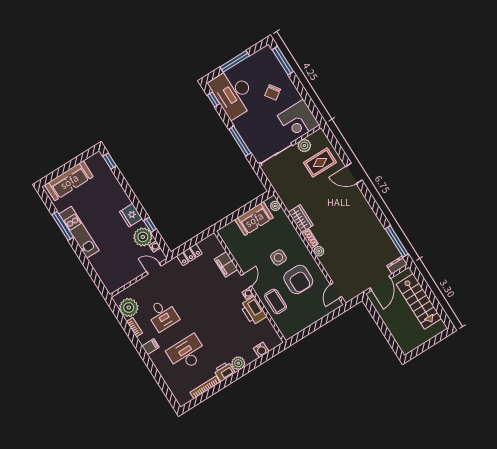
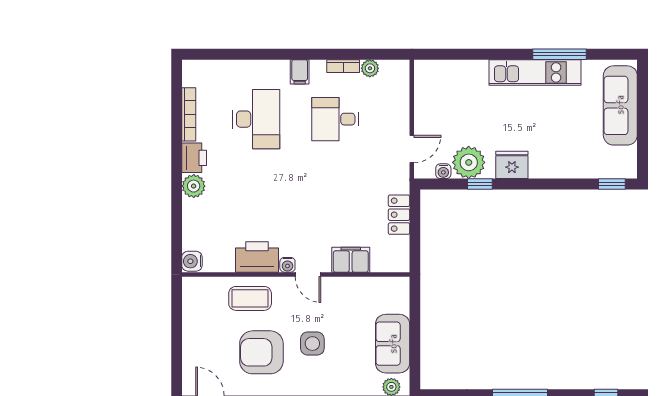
plant: (129, 308) -> (370, 68), width x0.53, depth x0.53
water cooler: (261, 350) -> (192, 261), moved

